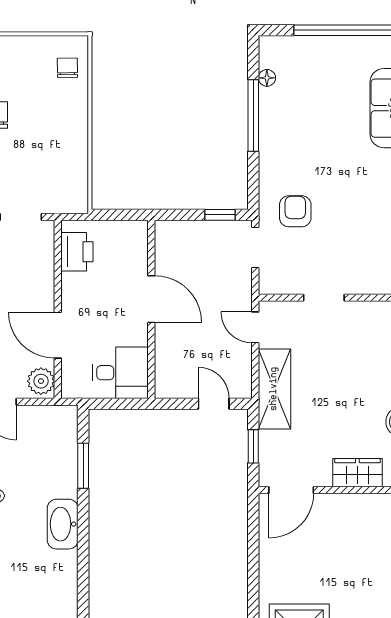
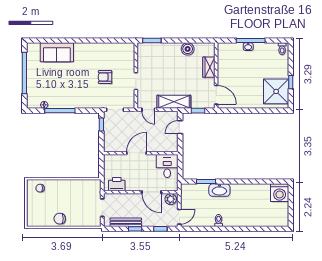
armchair: (295, 211) -> (105, 77), moved
door: (255, 327) -> (148, 110), hinge flipped
door: (58, 335) -> (152, 192), hinge flipped
washbasin: (63, 524) -> (219, 190), moved

